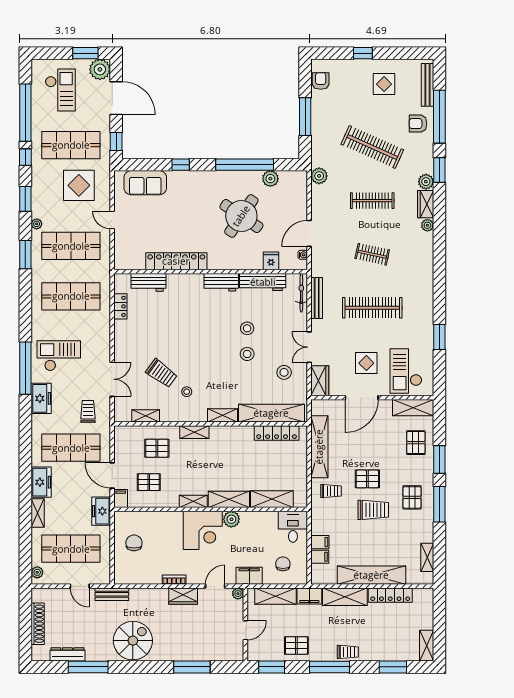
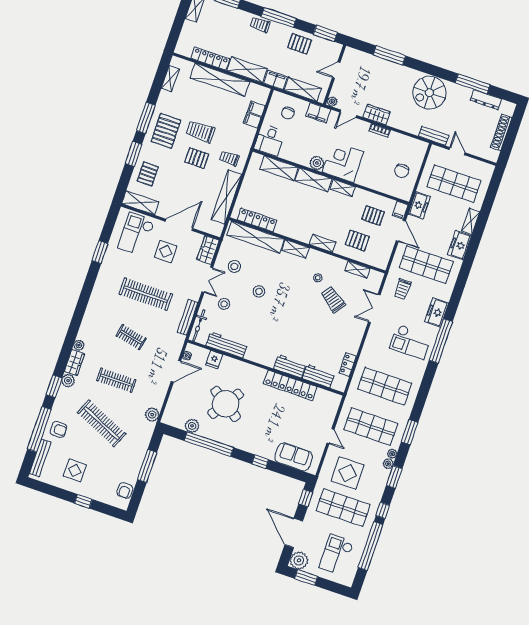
workbench: (221, 282) -> (290, 366), moved
stool: (247, 328) -> (224, 304), moved
checkout: (406, 371) -> (136, 234), turned 180
pallet: (412, 497) -> (166, 131), width x1.50, depth x1.42
plant: (37, 572) -> (388, 464), moved

